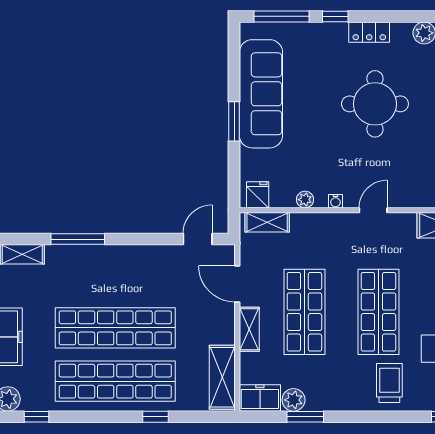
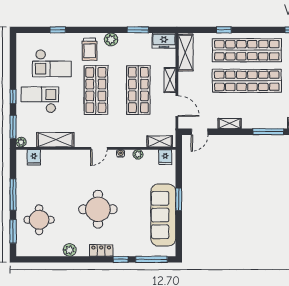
shelving: (145, 253) -> (230, 123), added
plant: (294, 400) -> (111, 39), moved

